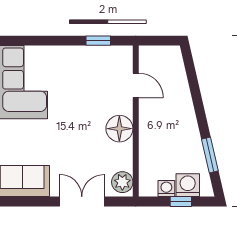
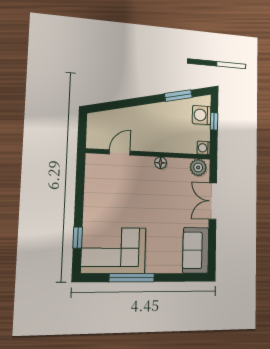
window: (98, 41) -> (78, 238), moved
floor lamp: (119, 129) -> (161, 163), width x0.53, depth x0.53
washing machine: (166, 189) -> (204, 148), moved

